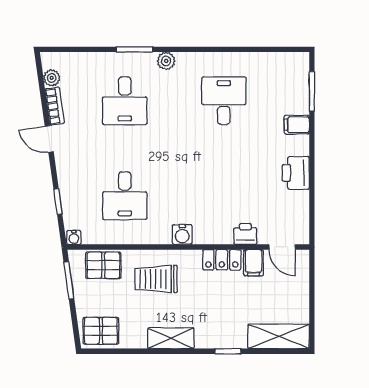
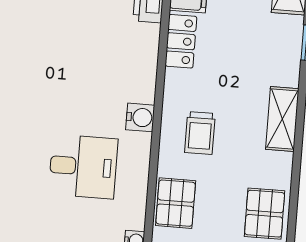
water cooler: (182, 235) -> (140, 117), moved
trolley: (156, 279) -> (200, 133), width x0.73, depth x0.72

